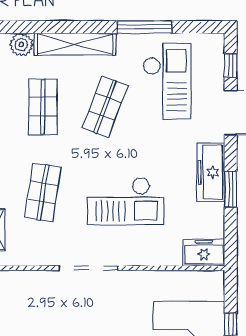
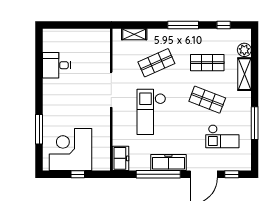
shelving: (75, 44) -> (244, 74), width x0.68
checkout: (167, 81) -> (222, 136), width x0.73, depth x0.83
window: (231, 189) -> (158, 174), width x2.11
shop shelf: (43, 192) -> (156, 63), turned -33

